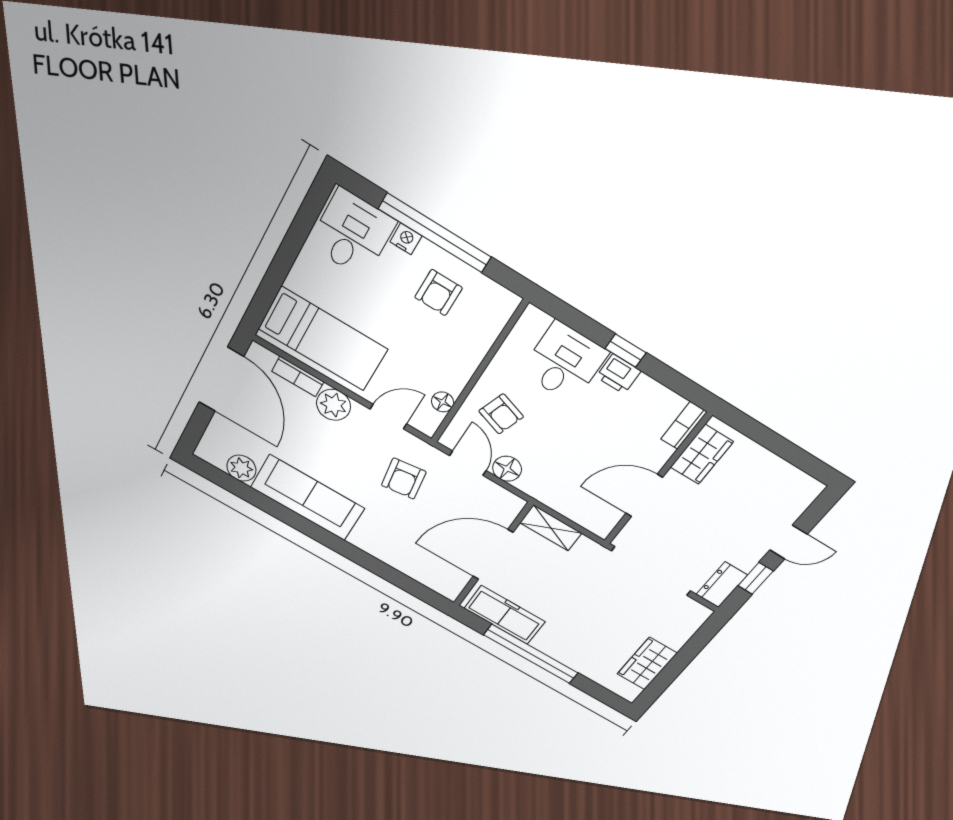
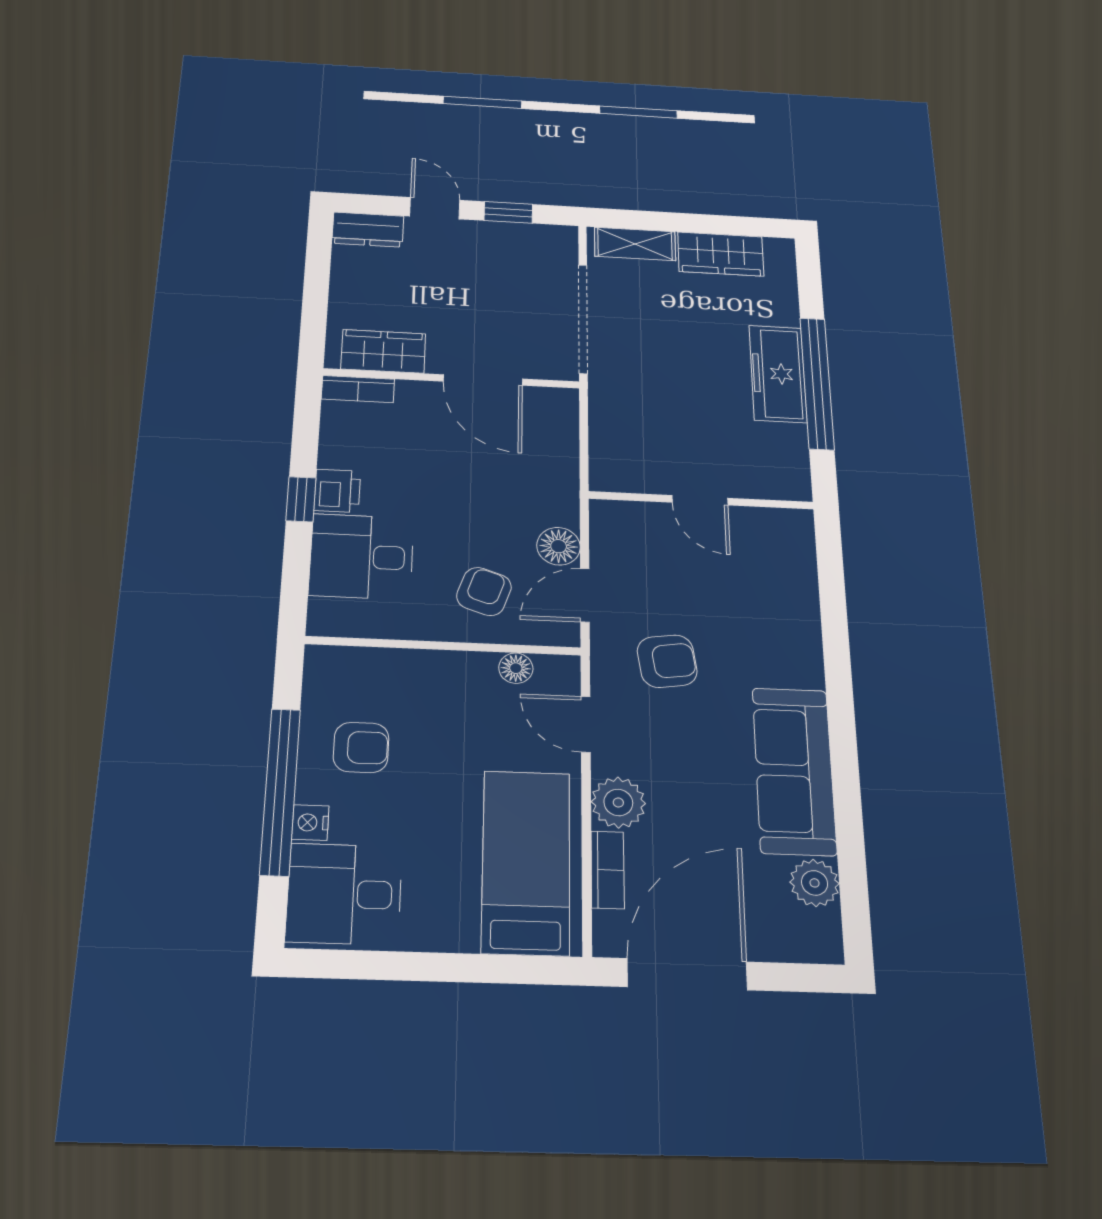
shelving: (551, 528) -> (635, 244), moved, turned 90
door: (493, 555) -> (700, 500), width x0.53
dresser: (722, 585) -> (368, 230), moved
freezer: (505, 615) -> (778, 374), moved

